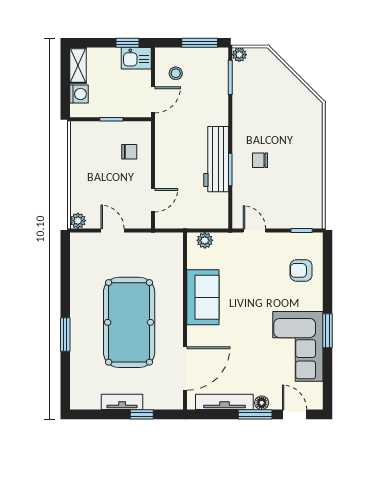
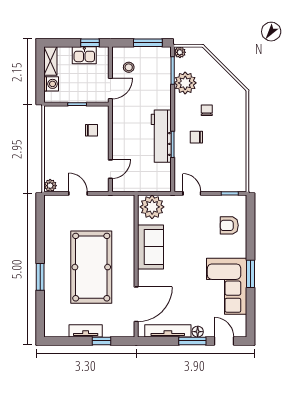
kitchen sink: (136, 58) -> (84, 55), moved
plant: (246, 93) -> (185, 83), added
chair: (273, 127) -> (207, 110), added
plant: (205, 240) -> (152, 207), width x1.87, depth x1.87

